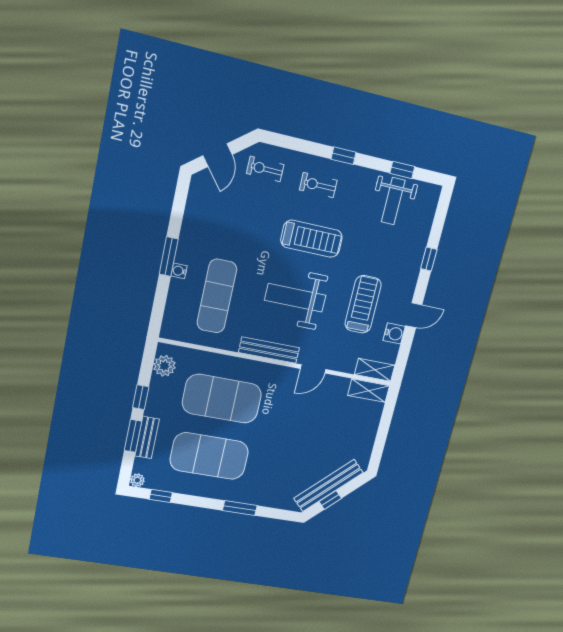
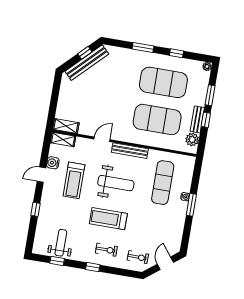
bench: (147, 437) -> (197, 119), moved
window: (161, 496) -> (176, 53), moved

